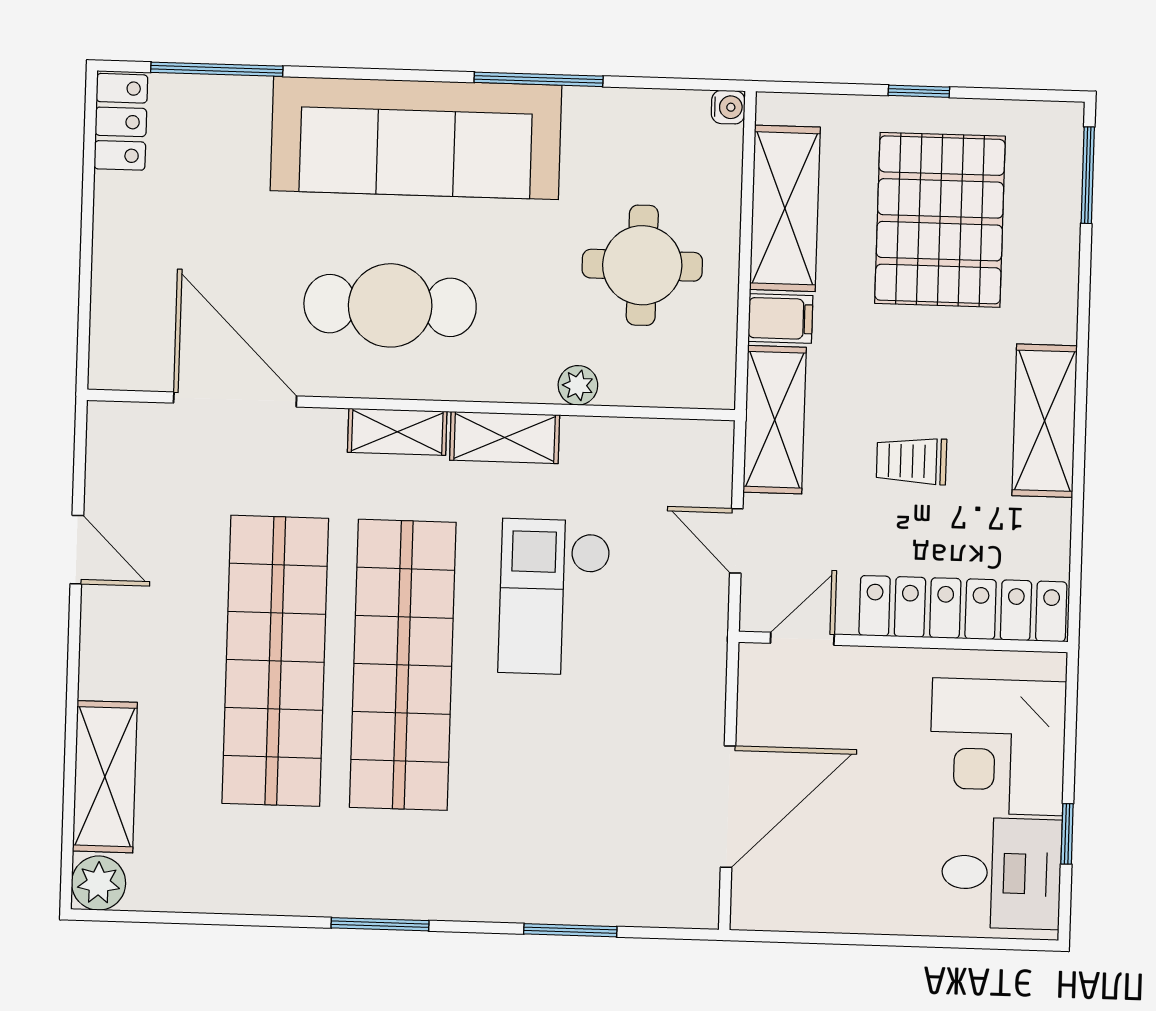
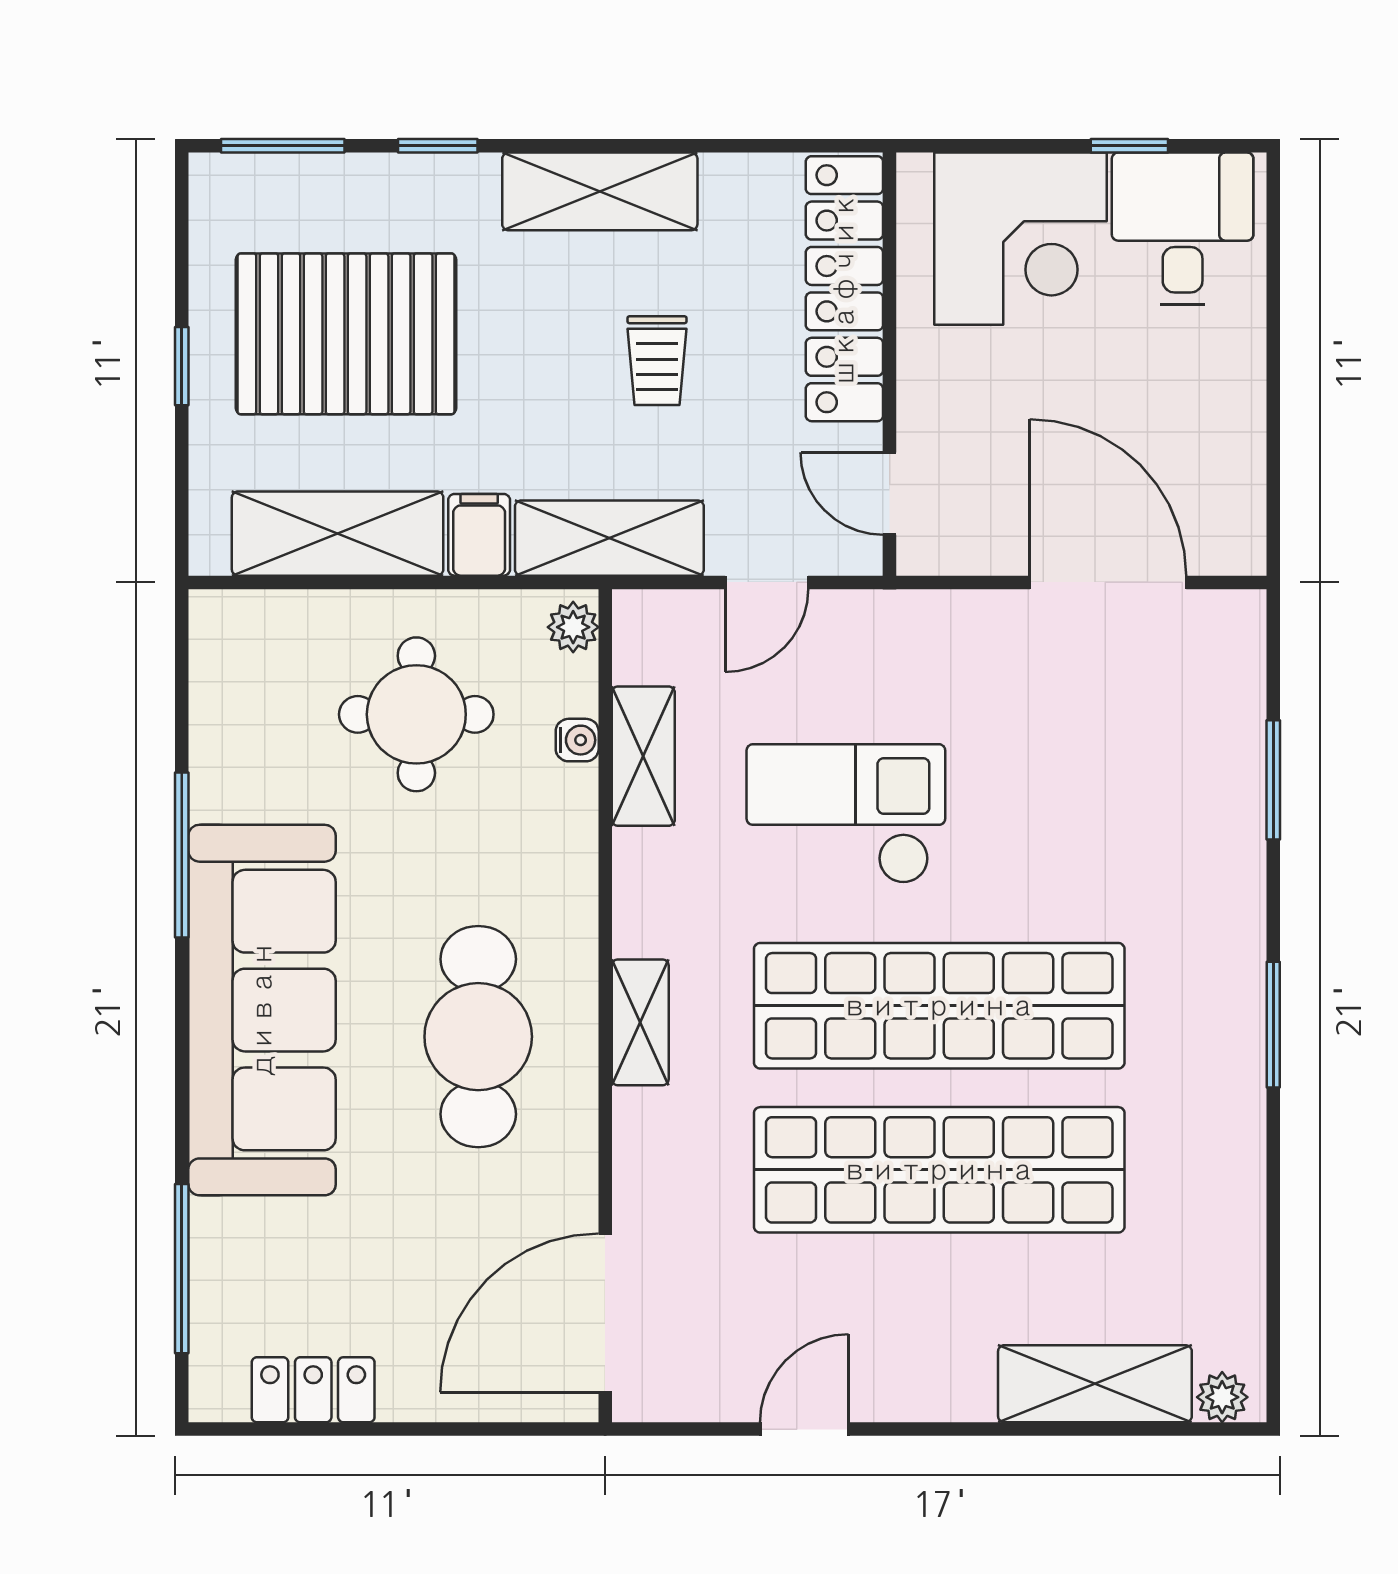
water cooler: (728, 107) -> (577, 740), moved, turned 90
locker: (121, 122) -> (313, 1390), moved
window: (1084, 296) -> (438, 146), added
plant: (578, 385) -> (573, 627), moved
door: (235, 399) -> (605, 1313), moved
shelving: (505, 438) -> (643, 756), moved
checkout: (554, 597) -> (846, 814), turned 180
plant: (99, 883) -> (1222, 1397), width x0.73, depth x0.73

